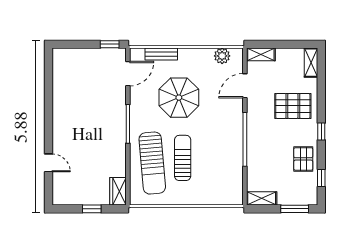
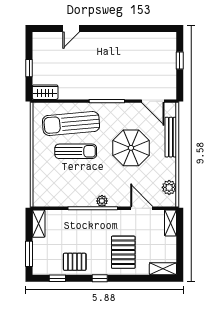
window: (110, 44) -> (180, 60), moved
bench: (161, 54) -> (171, 137), width x1.36
plant: (237, 129) -> (102, 201), added

